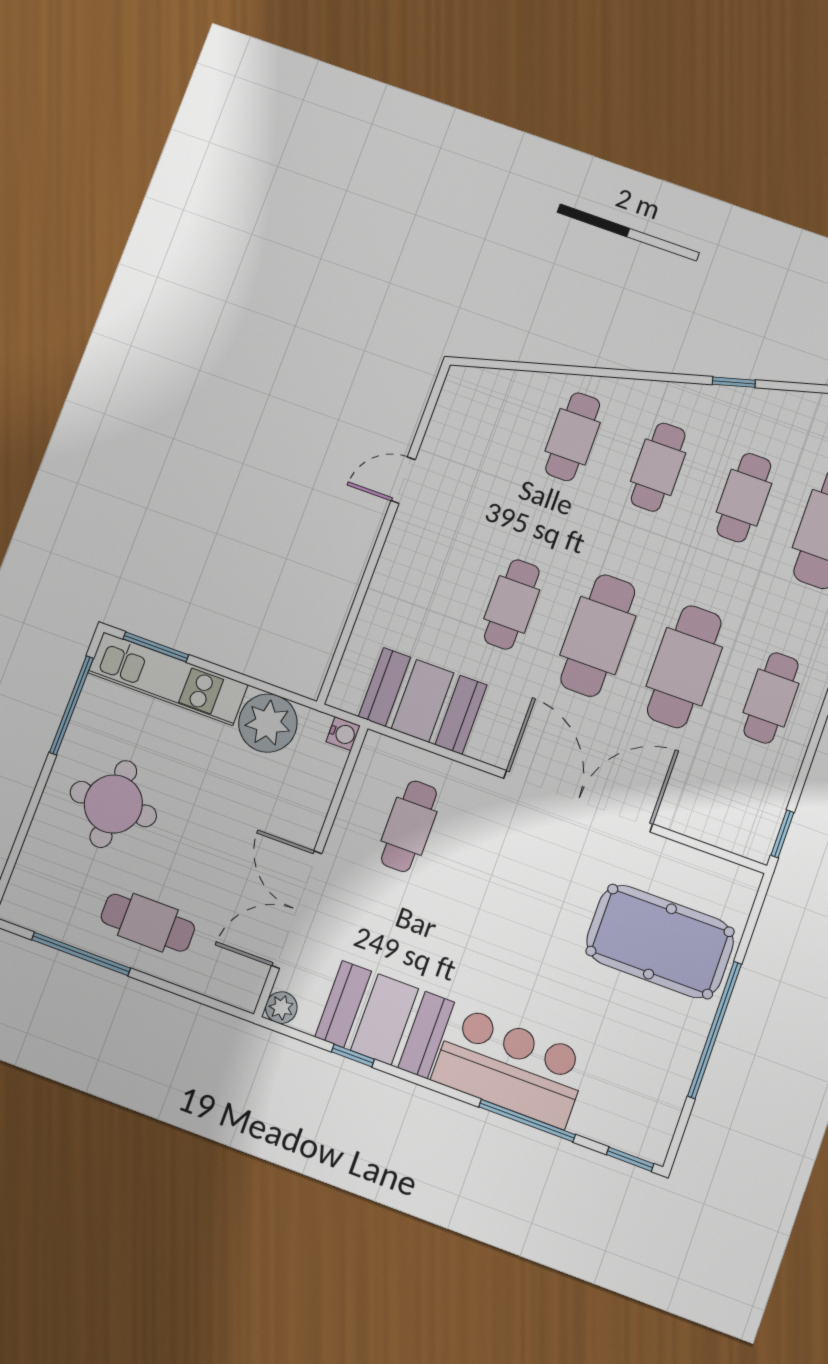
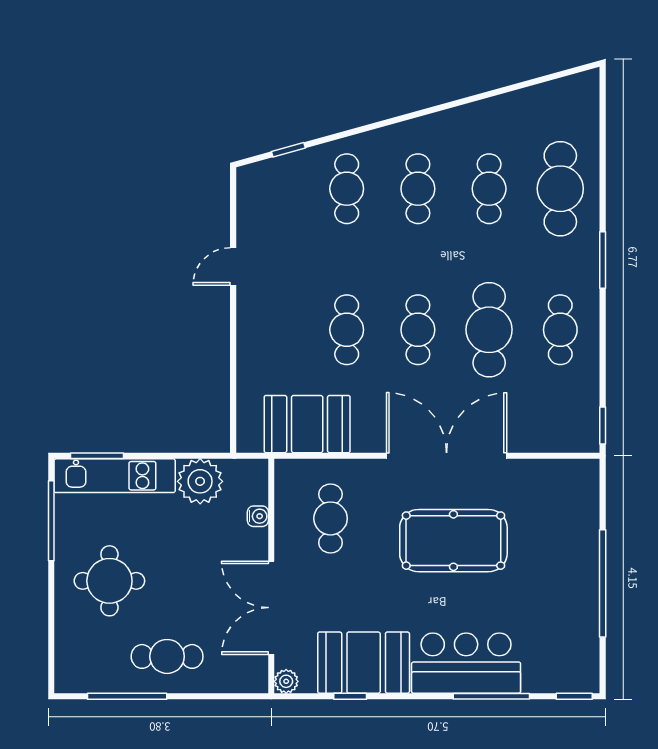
window: (734, 382) -> (288, 150), moved
cafe table: (598, 635) -> (418, 330), width x0.73, depth x0.74
water cooler: (343, 734) -> (258, 516), moved
pool table: (660, 941) -> (453, 541), moved

